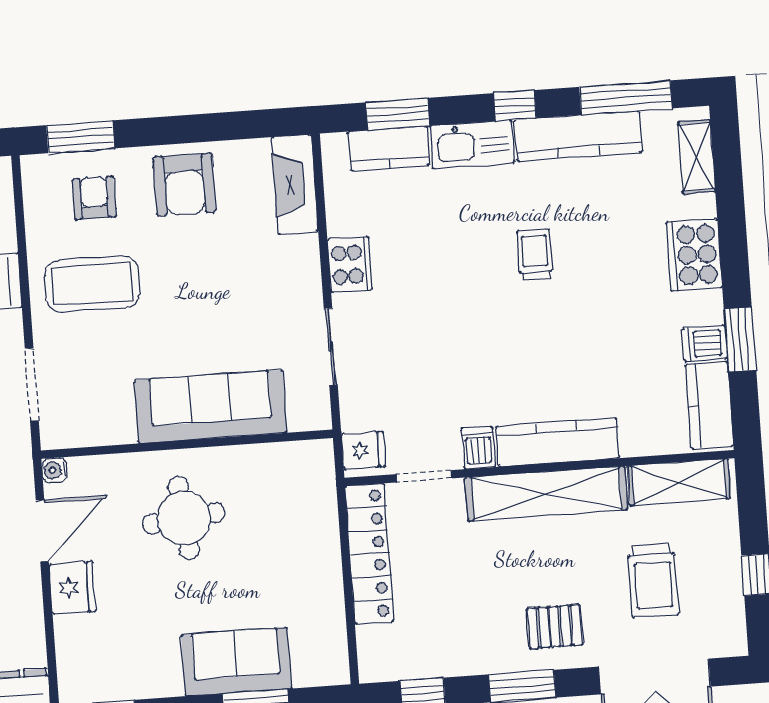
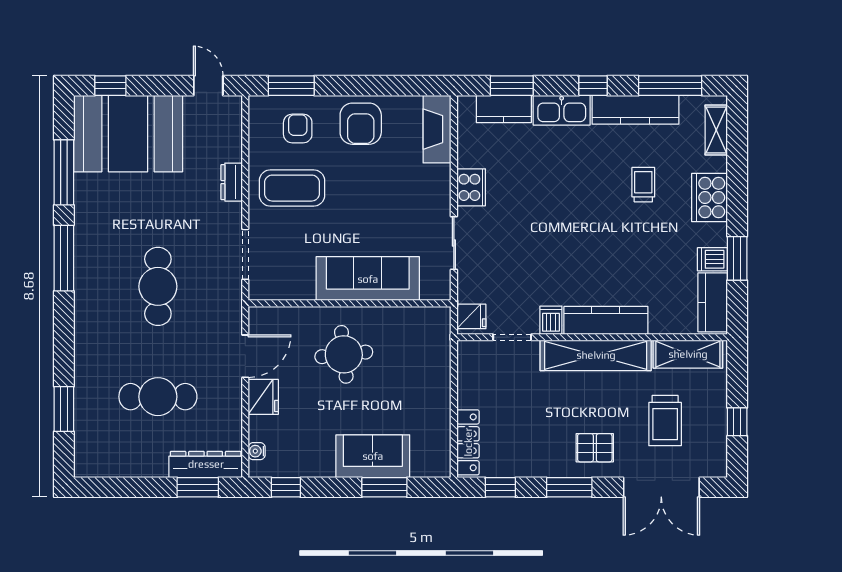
trolley: (535, 255) -> (643, 185), moved
water cooler: (54, 470) -> (257, 451), moved
locker: (369, 554) -> (468, 442), moved, width x0.71, depth x0.83

